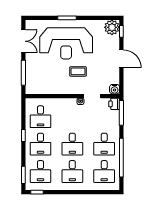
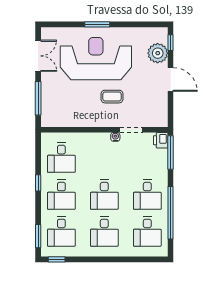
plant: (112, 27) -> (158, 53), moved
reception desk: (66, 43) -> (96, 59), turned 180
water cooler: (115, 89) -> (161, 120), removed

